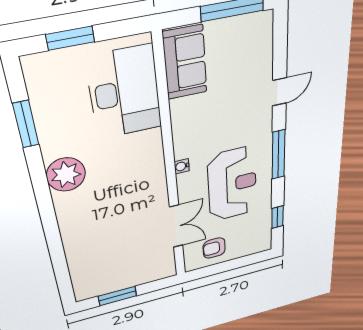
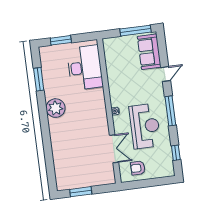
sofa: (185, 62) -> (149, 52), moved, turned 180

